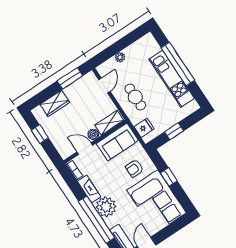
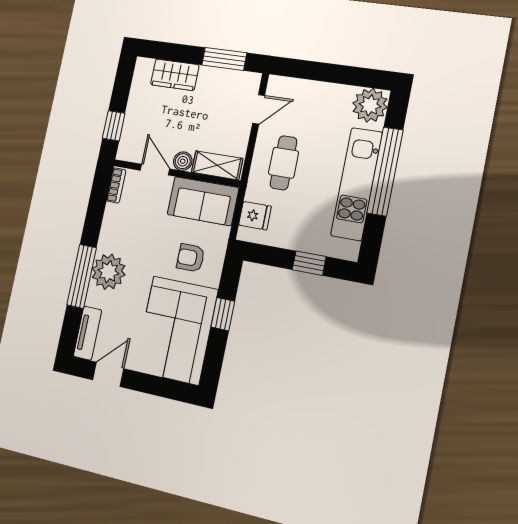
plant: (120, 57) -> (370, 105), moved, width x1.87, depth x1.87
window: (174, 131) -> (309, 263), moved
window: (40, 134) -> (114, 126), moved
fireplace: (89, 189) -> (110, 228), removed
window: (96, 220) -> (82, 276), width x0.68

